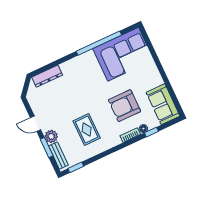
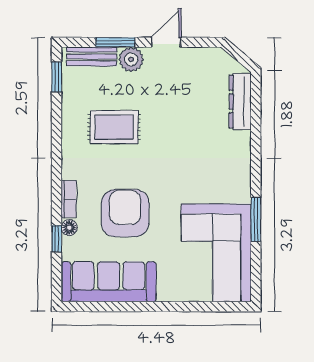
window: (99, 43) -> (256, 219), width x0.47
sofa: (163, 104) -> (109, 282), width x1.36

